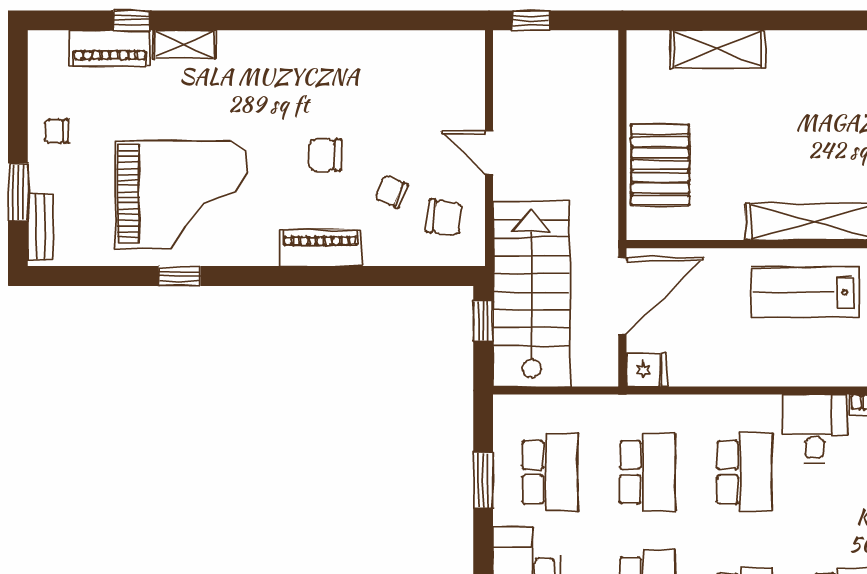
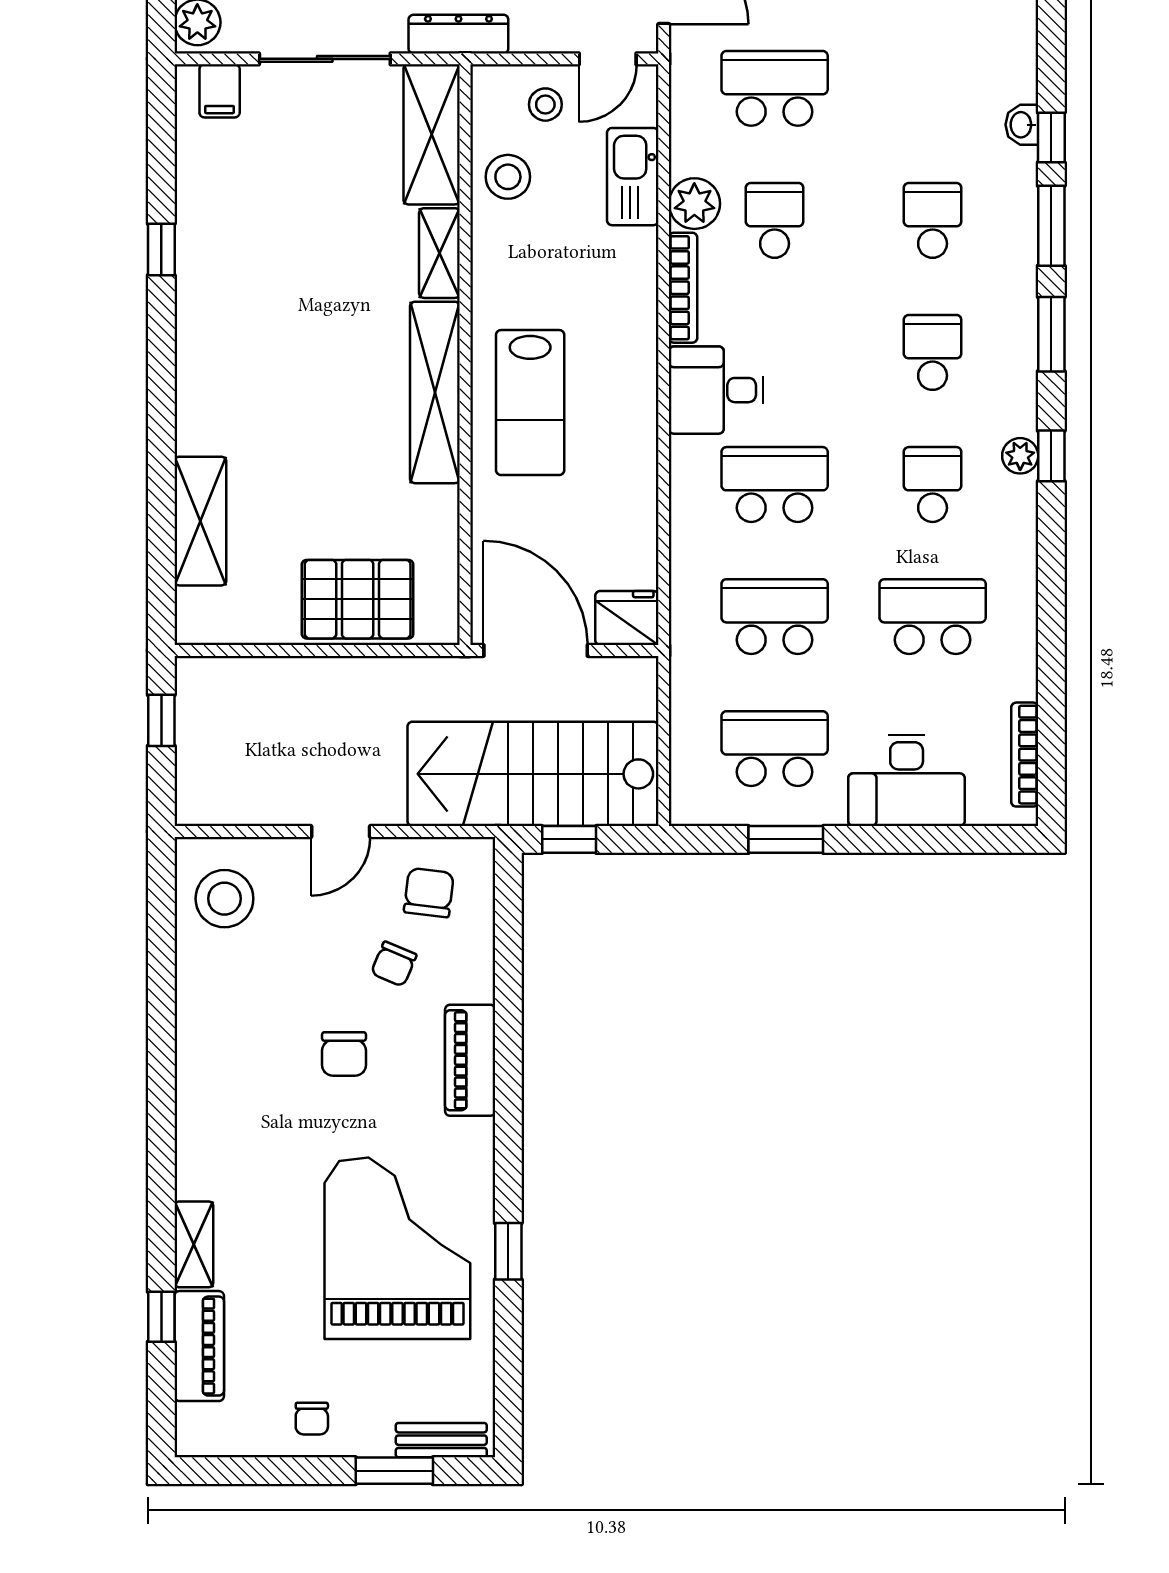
window: (531, 20) -> (161, 720), moved
stool: (440, 67) -> (224, 899), added
fridge: (646, 370) -> (627, 618), width x1.38

